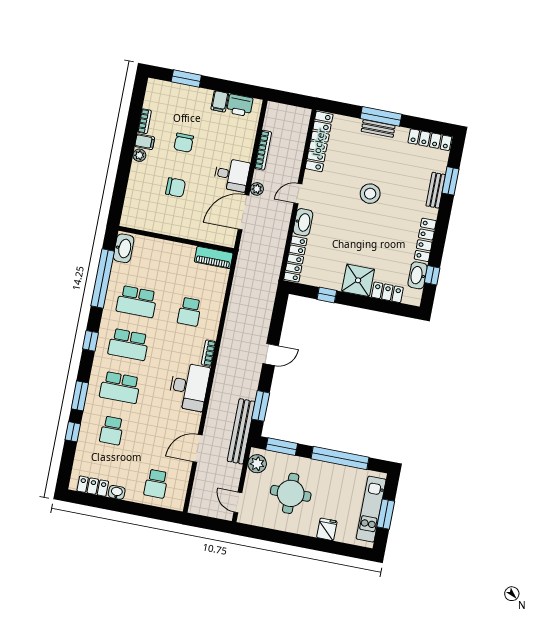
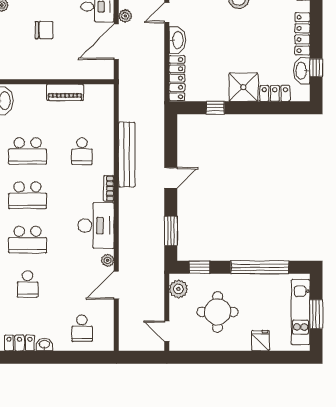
piano: (214, 257) -> (65, 92), moved
plant: (194, 423) -> (108, 260), added
bench: (241, 431) -> (127, 155), moved
window: (282, 447) -> (200, 267), width x0.67

